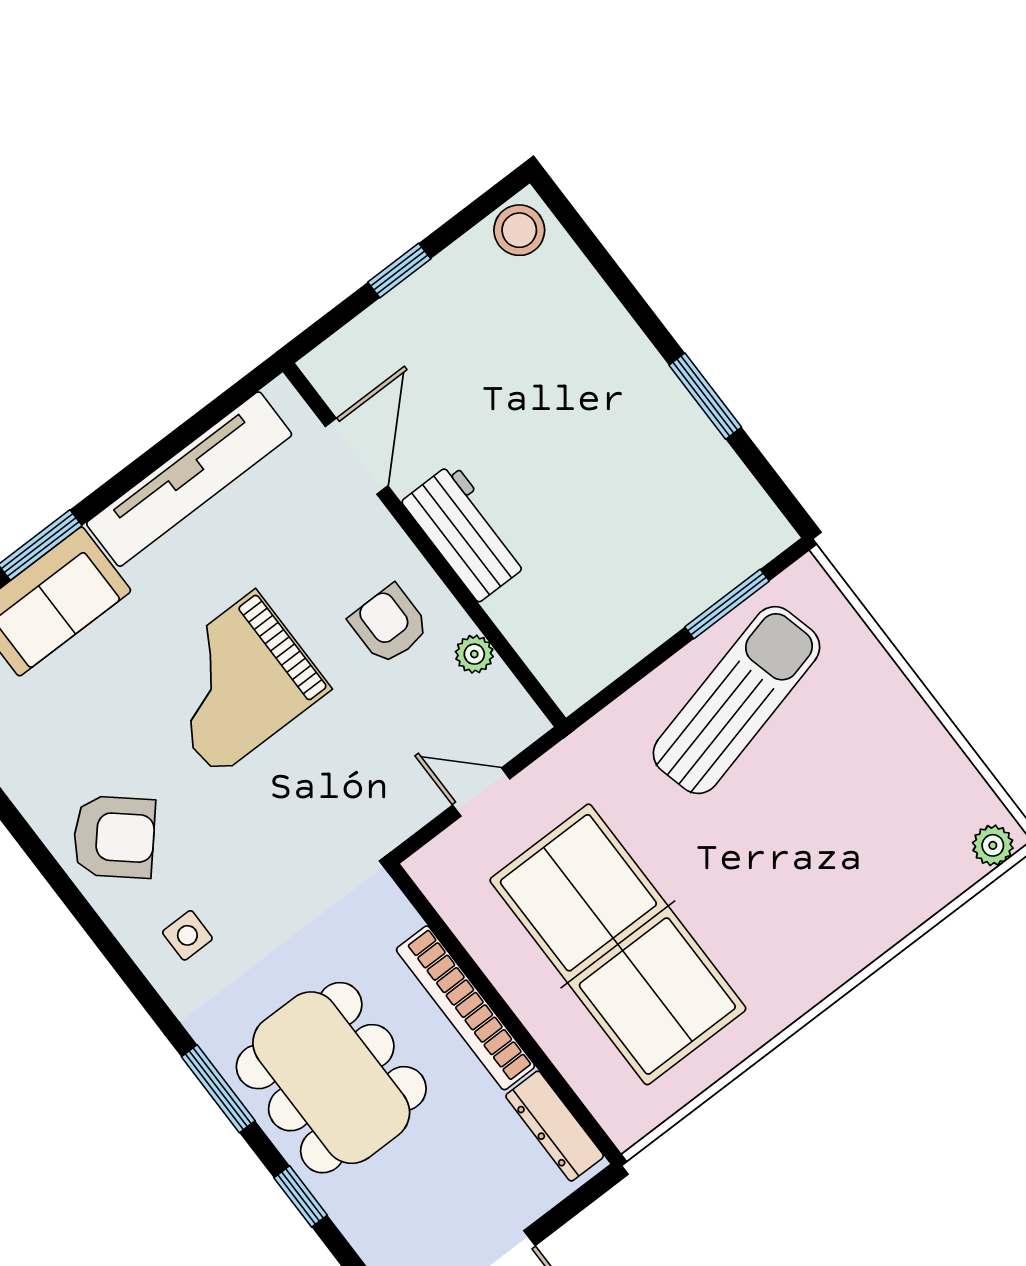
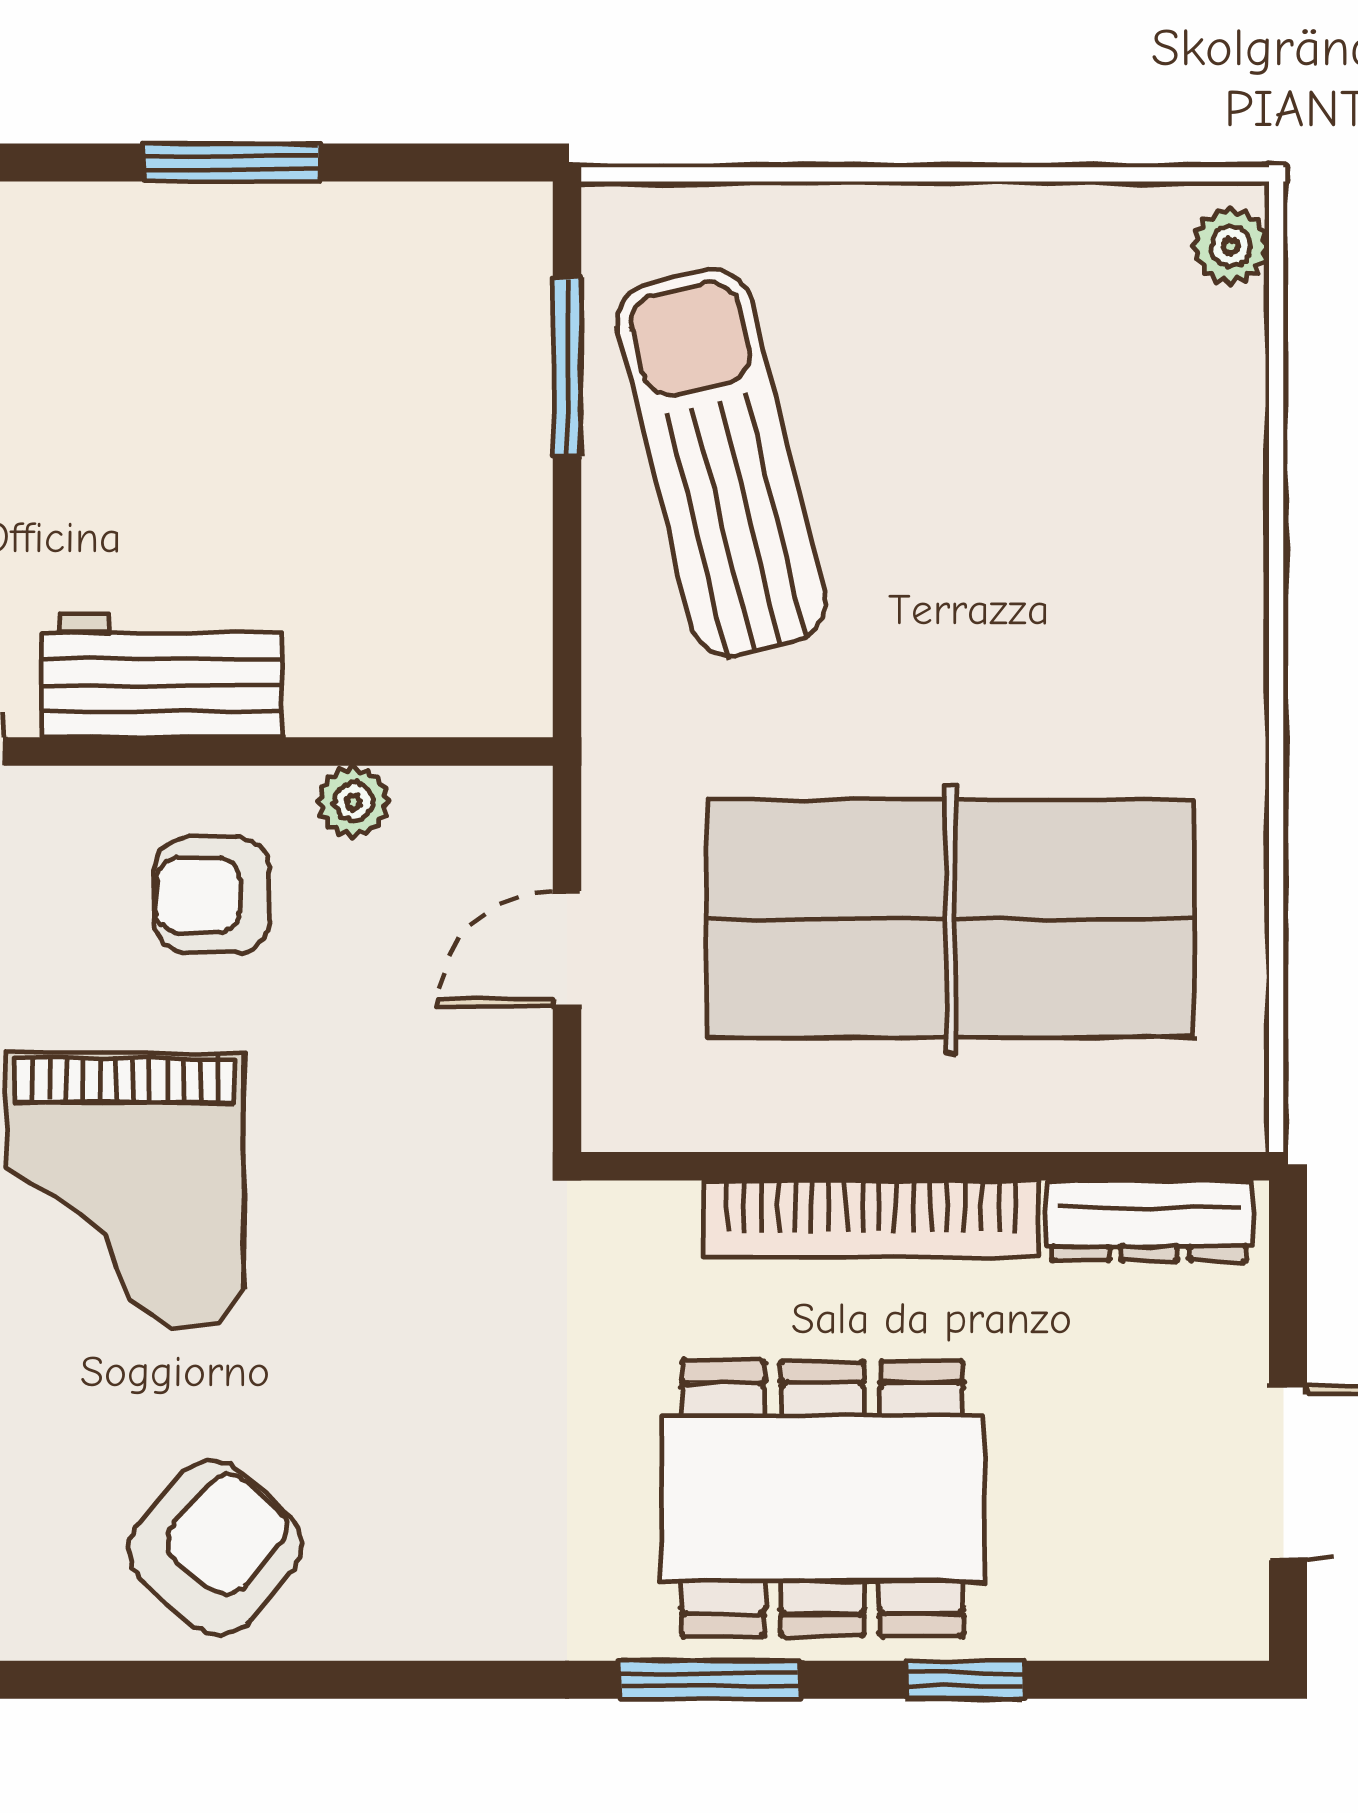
side table: (187, 935) -> (446, 1551), removed

